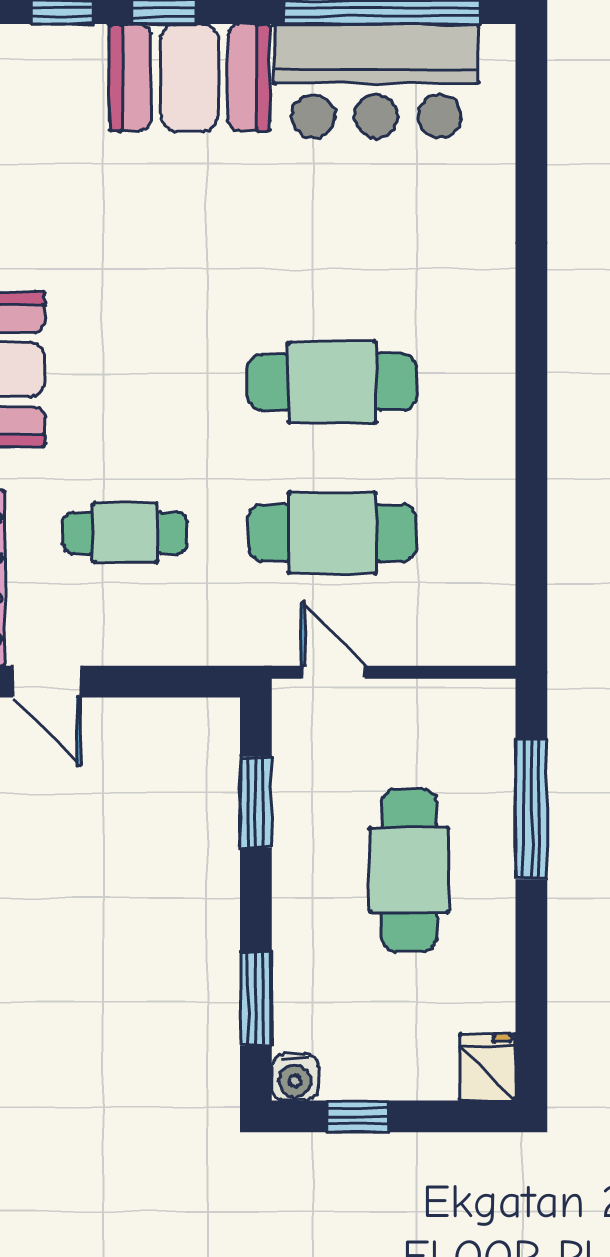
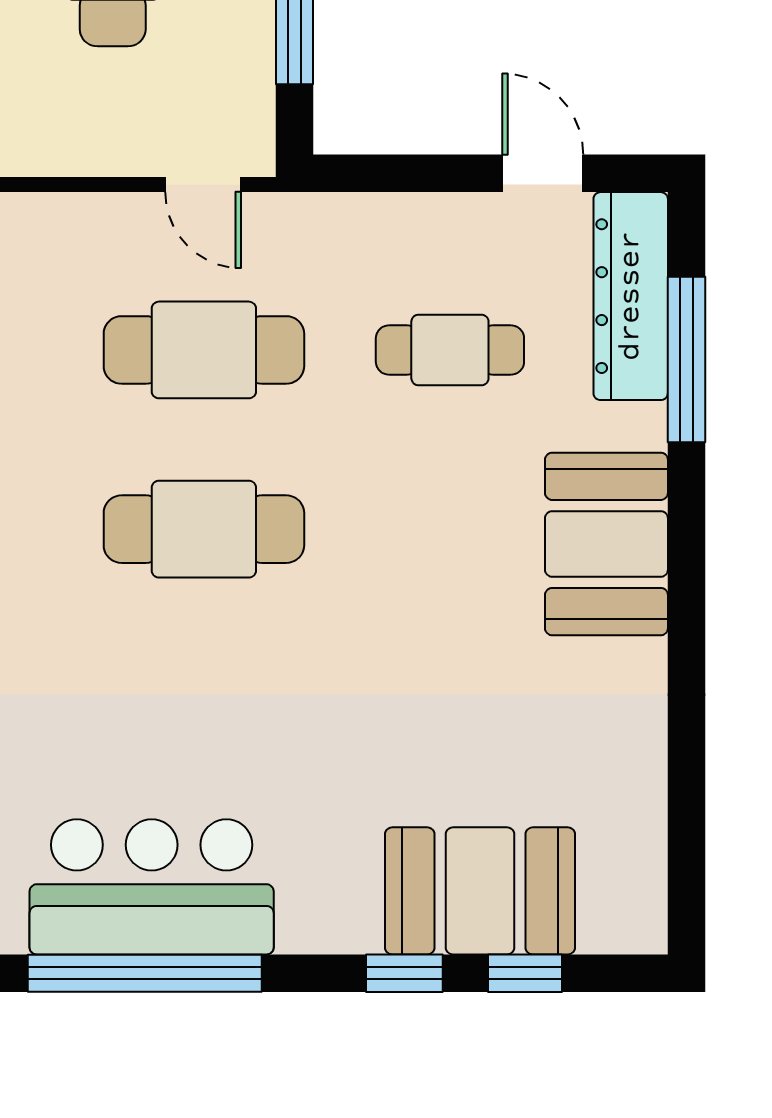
booth: (189, 78) -> (480, 891), moved

